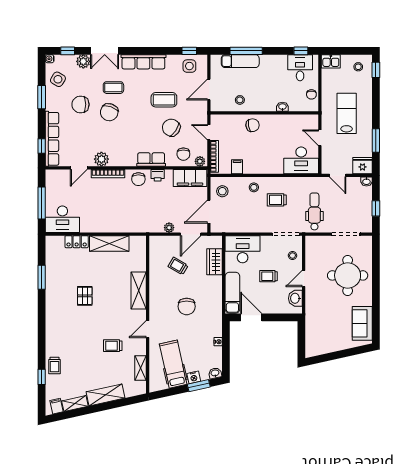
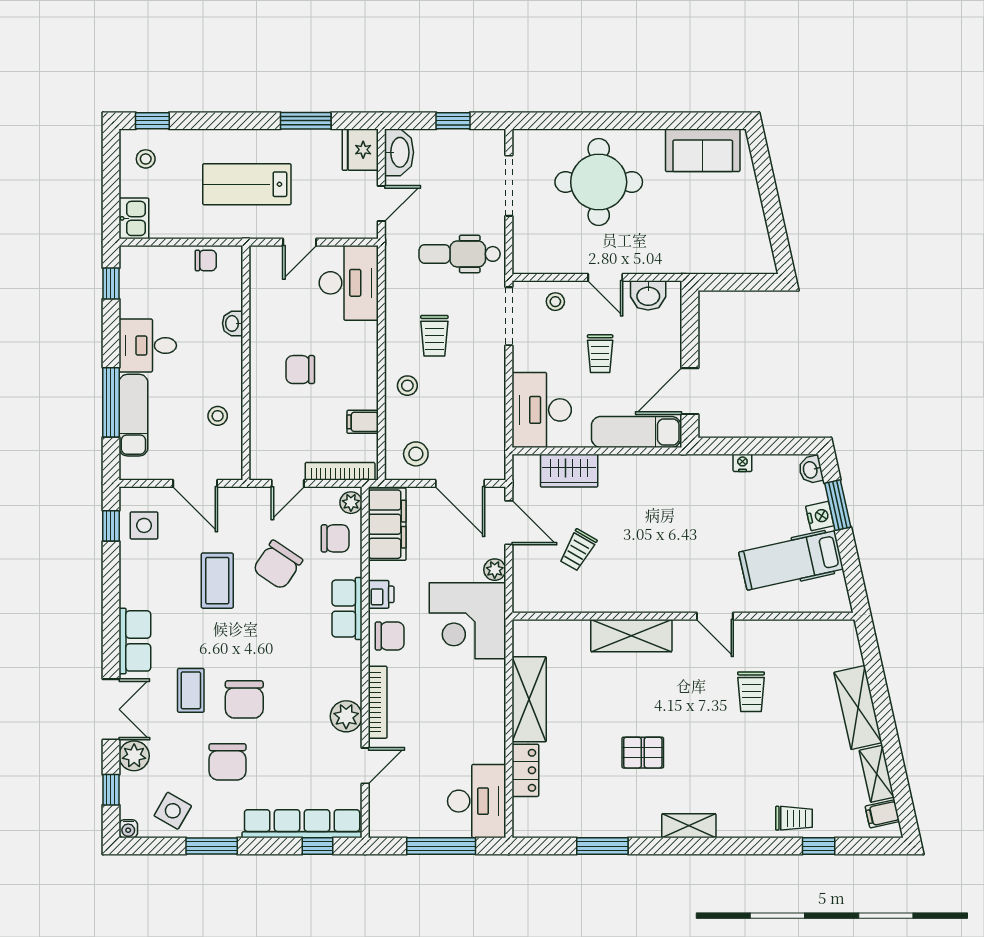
row of seats: (143, 62) -> (135, 641), width x0.68
desk: (300, 68) -> (148, 346), moved
chair: (109, 112) -> (244, 699), turned 71
chair: (253, 125) -> (300, 370), moved, turned -81
door: (79, 168) -> (365, 766), hinge flipped
washbasin: (366, 181) -> (399, 152), width x1.91, depth x1.45
corner desk: (146, 215) -> (467, 621), added
chair: (187, 306) -> (666, 531), removed
shelving: (140, 368) -> (689, 826), moved

